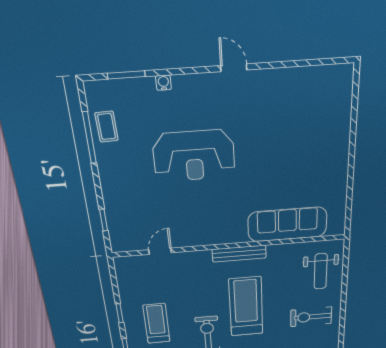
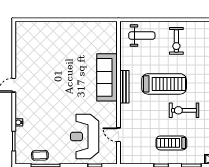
reception desk: (194, 156) -> (85, 137), moved, turned 180
sofa: (287, 224) -> (107, 77), moved
treadmill: (246, 307) -> (164, 84), turned 180

